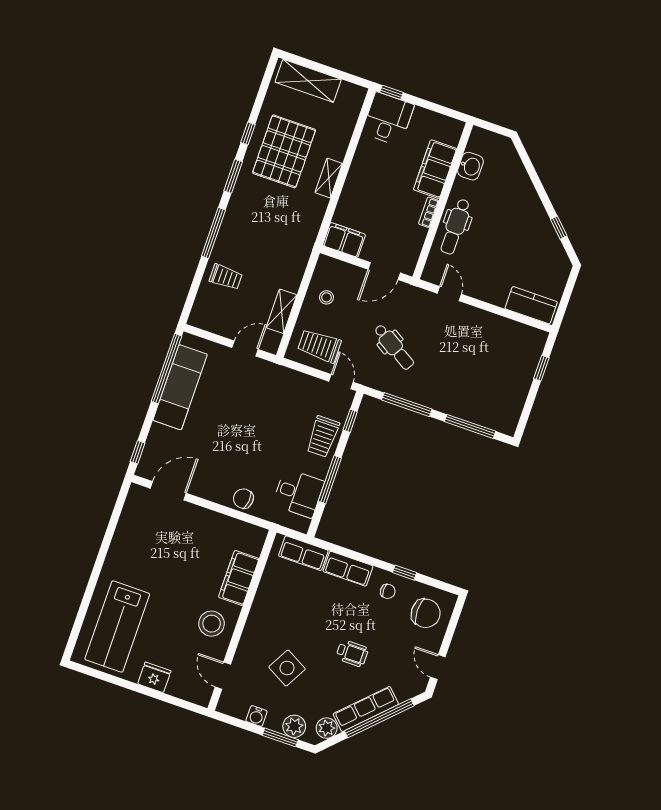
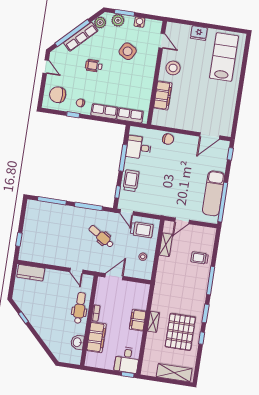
filing cabinet: (344, 240) -> (138, 320), moved, turned 90

